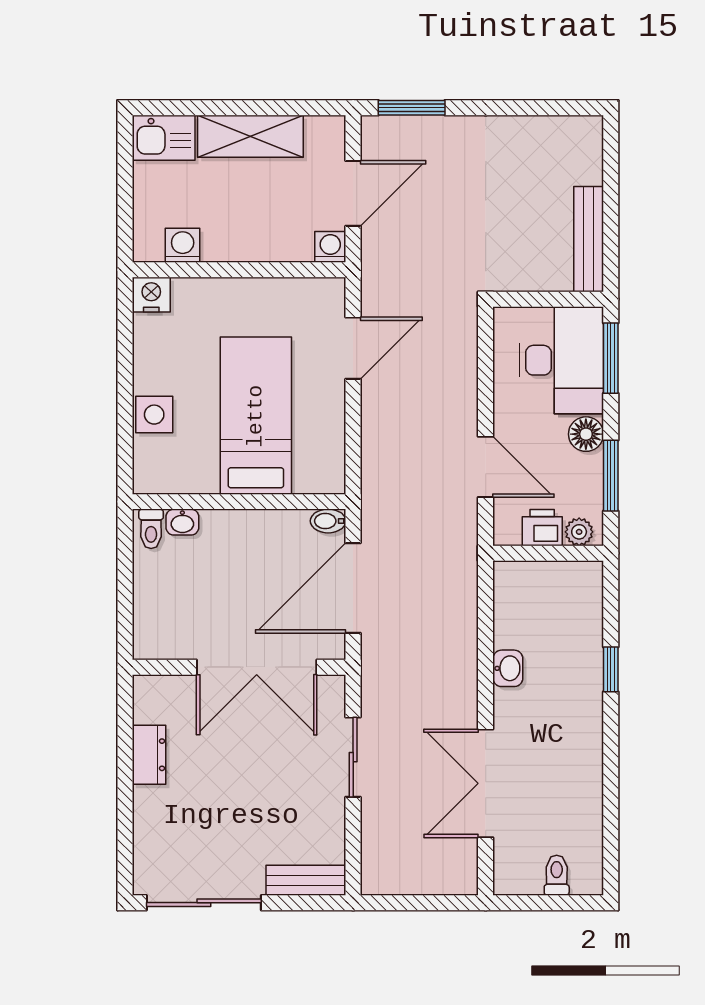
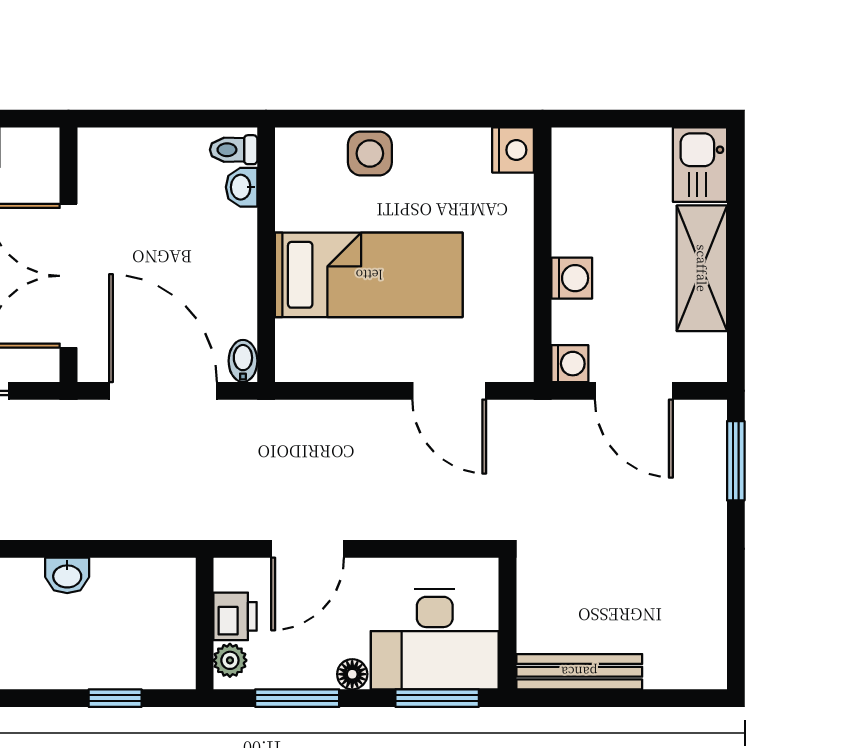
washing machine: (183, 245) -> (572, 278), moved
floor lamp: (586, 434) -> (352, 674), width x0.73, depth x0.73
window: (611, 669) -> (115, 698), moved

